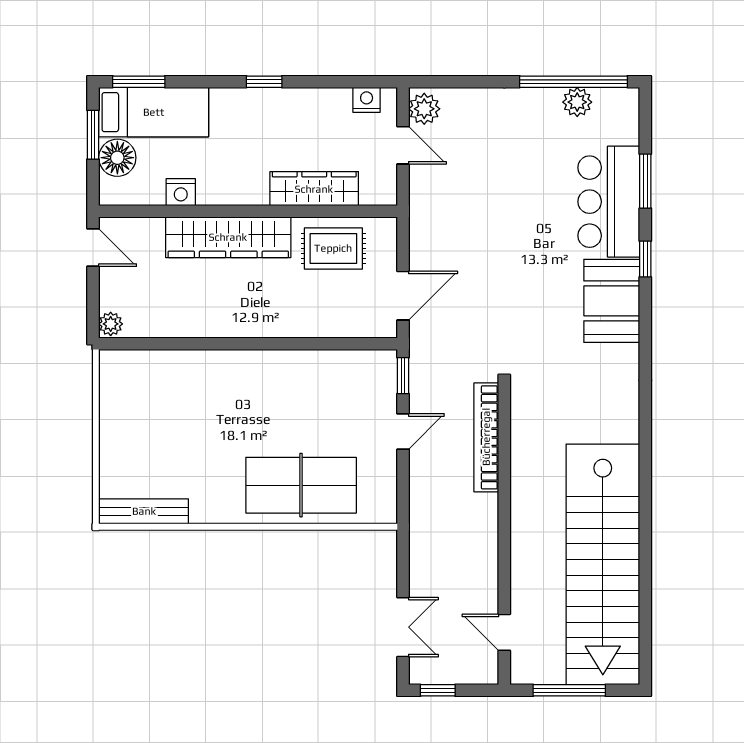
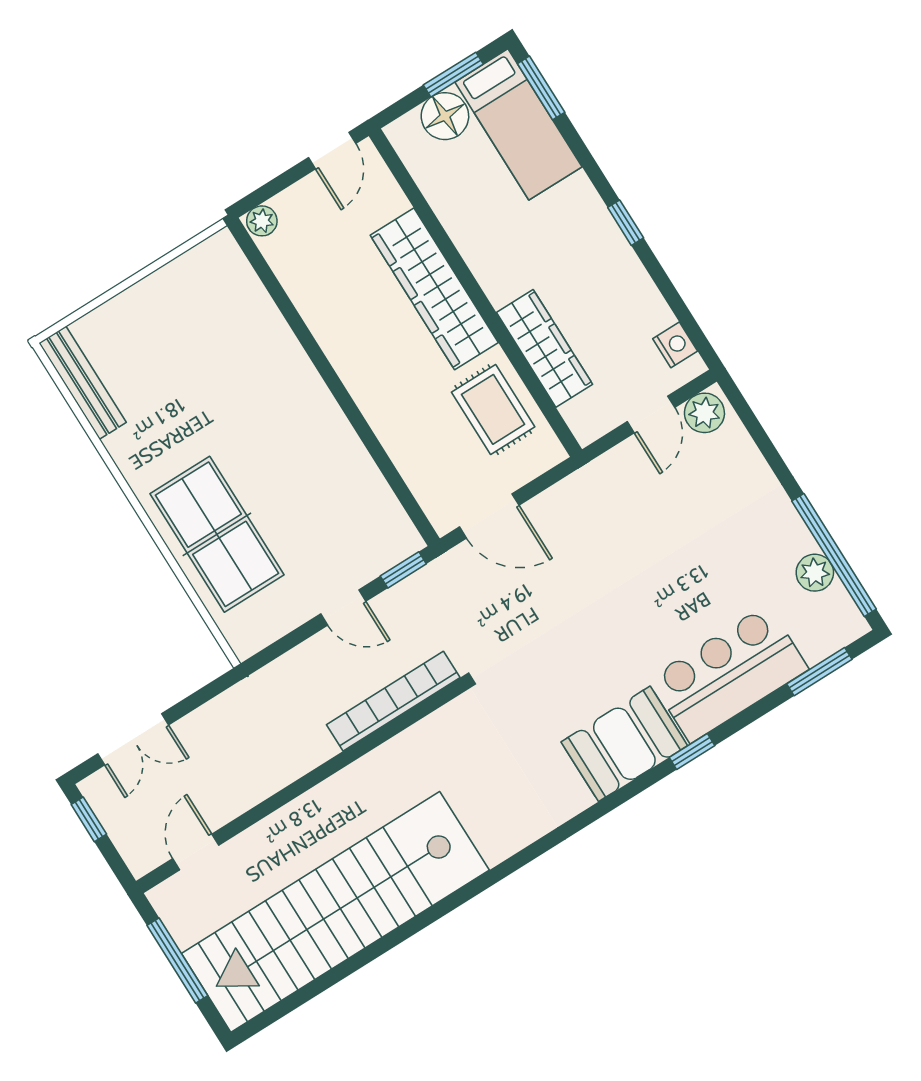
window: (645, 181) -> (819, 672), moved
nightstand: (181, 192) -> (451, 207), removed

